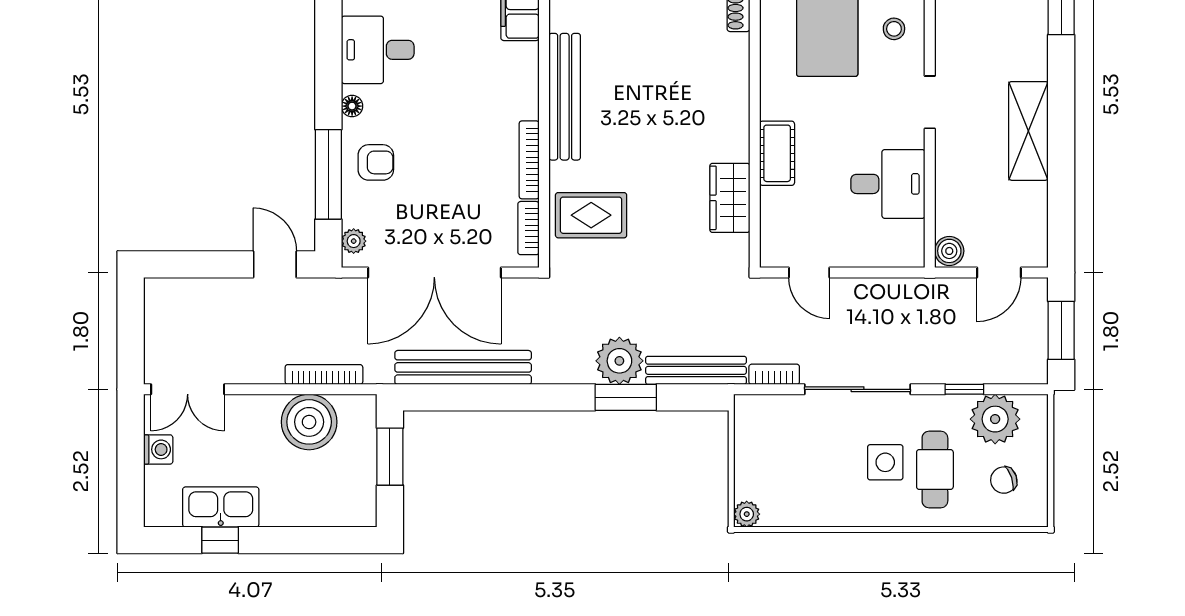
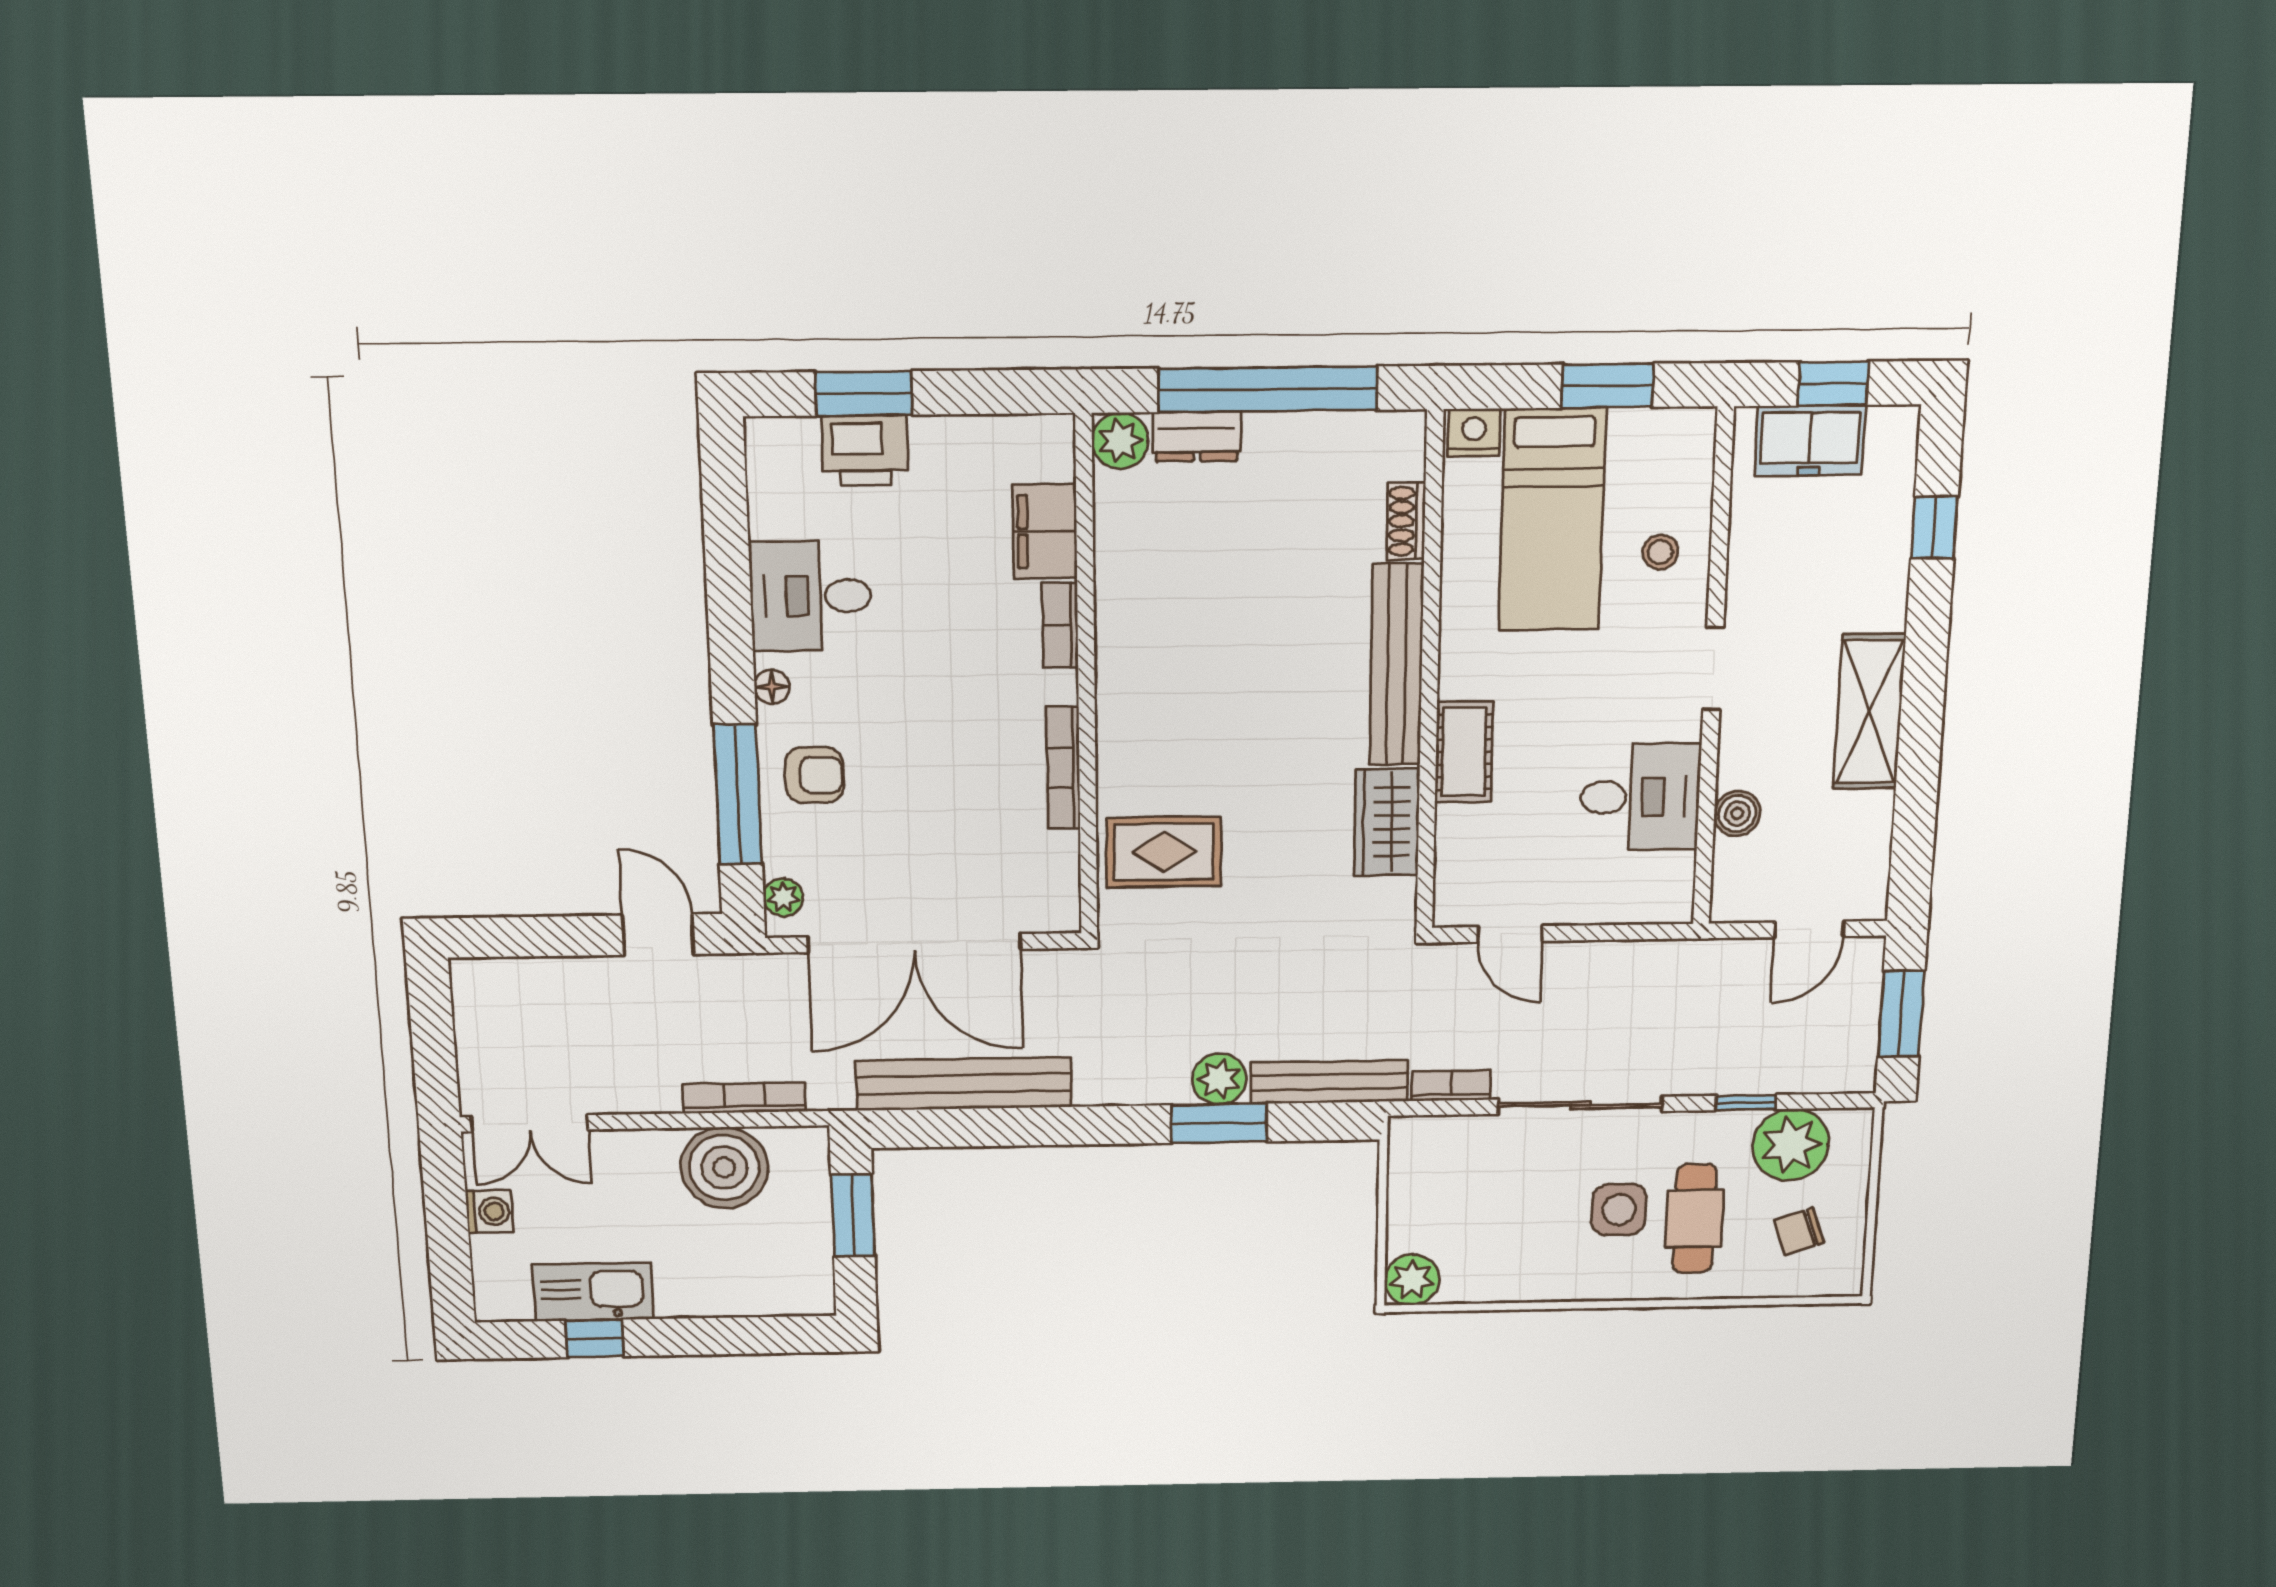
bench: (565, 97) -> (1396, 665), moved
bookcase: (528, 228) -> (1060, 625), moved
boiler: (949, 251) -> (1737, 813), moved
plant: (619, 361) -> (1219, 1079), width x0.73, depth x0.73
plant: (747, 514) -> (1412, 1280), width x1.38, depth x1.38

